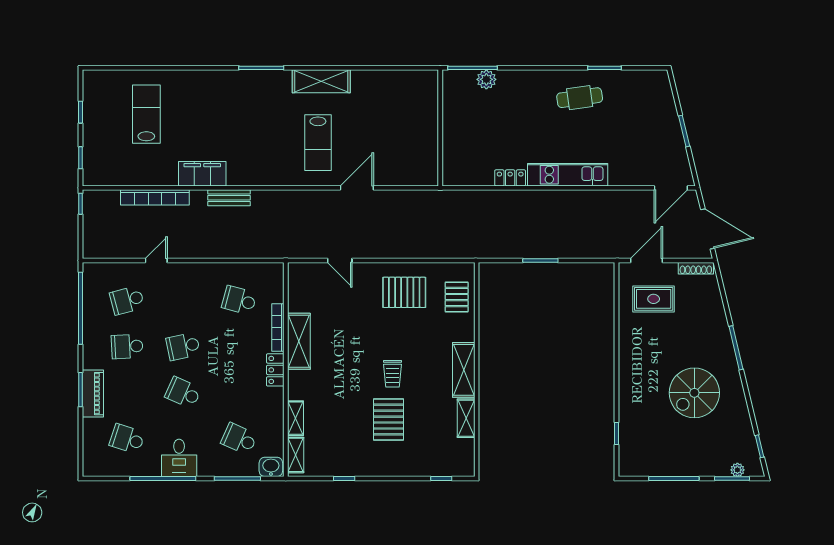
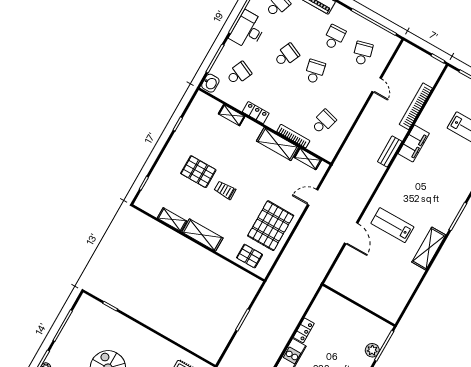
pallet: (404, 292) -> (271, 226), width x1.37, depth x1.41
locker: (275, 370) -> (256, 113), moved
shelving: (296, 455) -> (308, 159), moved
desk: (179, 458) -> (248, 30), width x1.37

